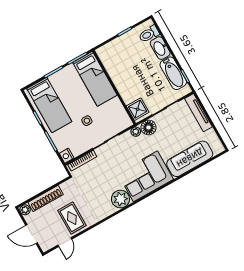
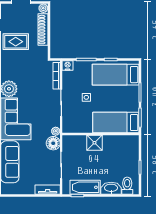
shower: (138, 109) -> (94, 143), moved
tv unit: (198, 113) -> (48, 190), width x0.71

